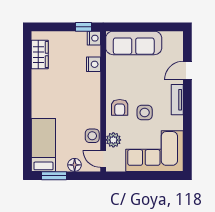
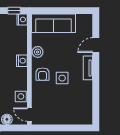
nightstand: (93, 64) -> (22, 61), moved
plant: (113, 140) -> (38, 52), moved
corner sofa: (154, 151) -> (70, 108), removed

